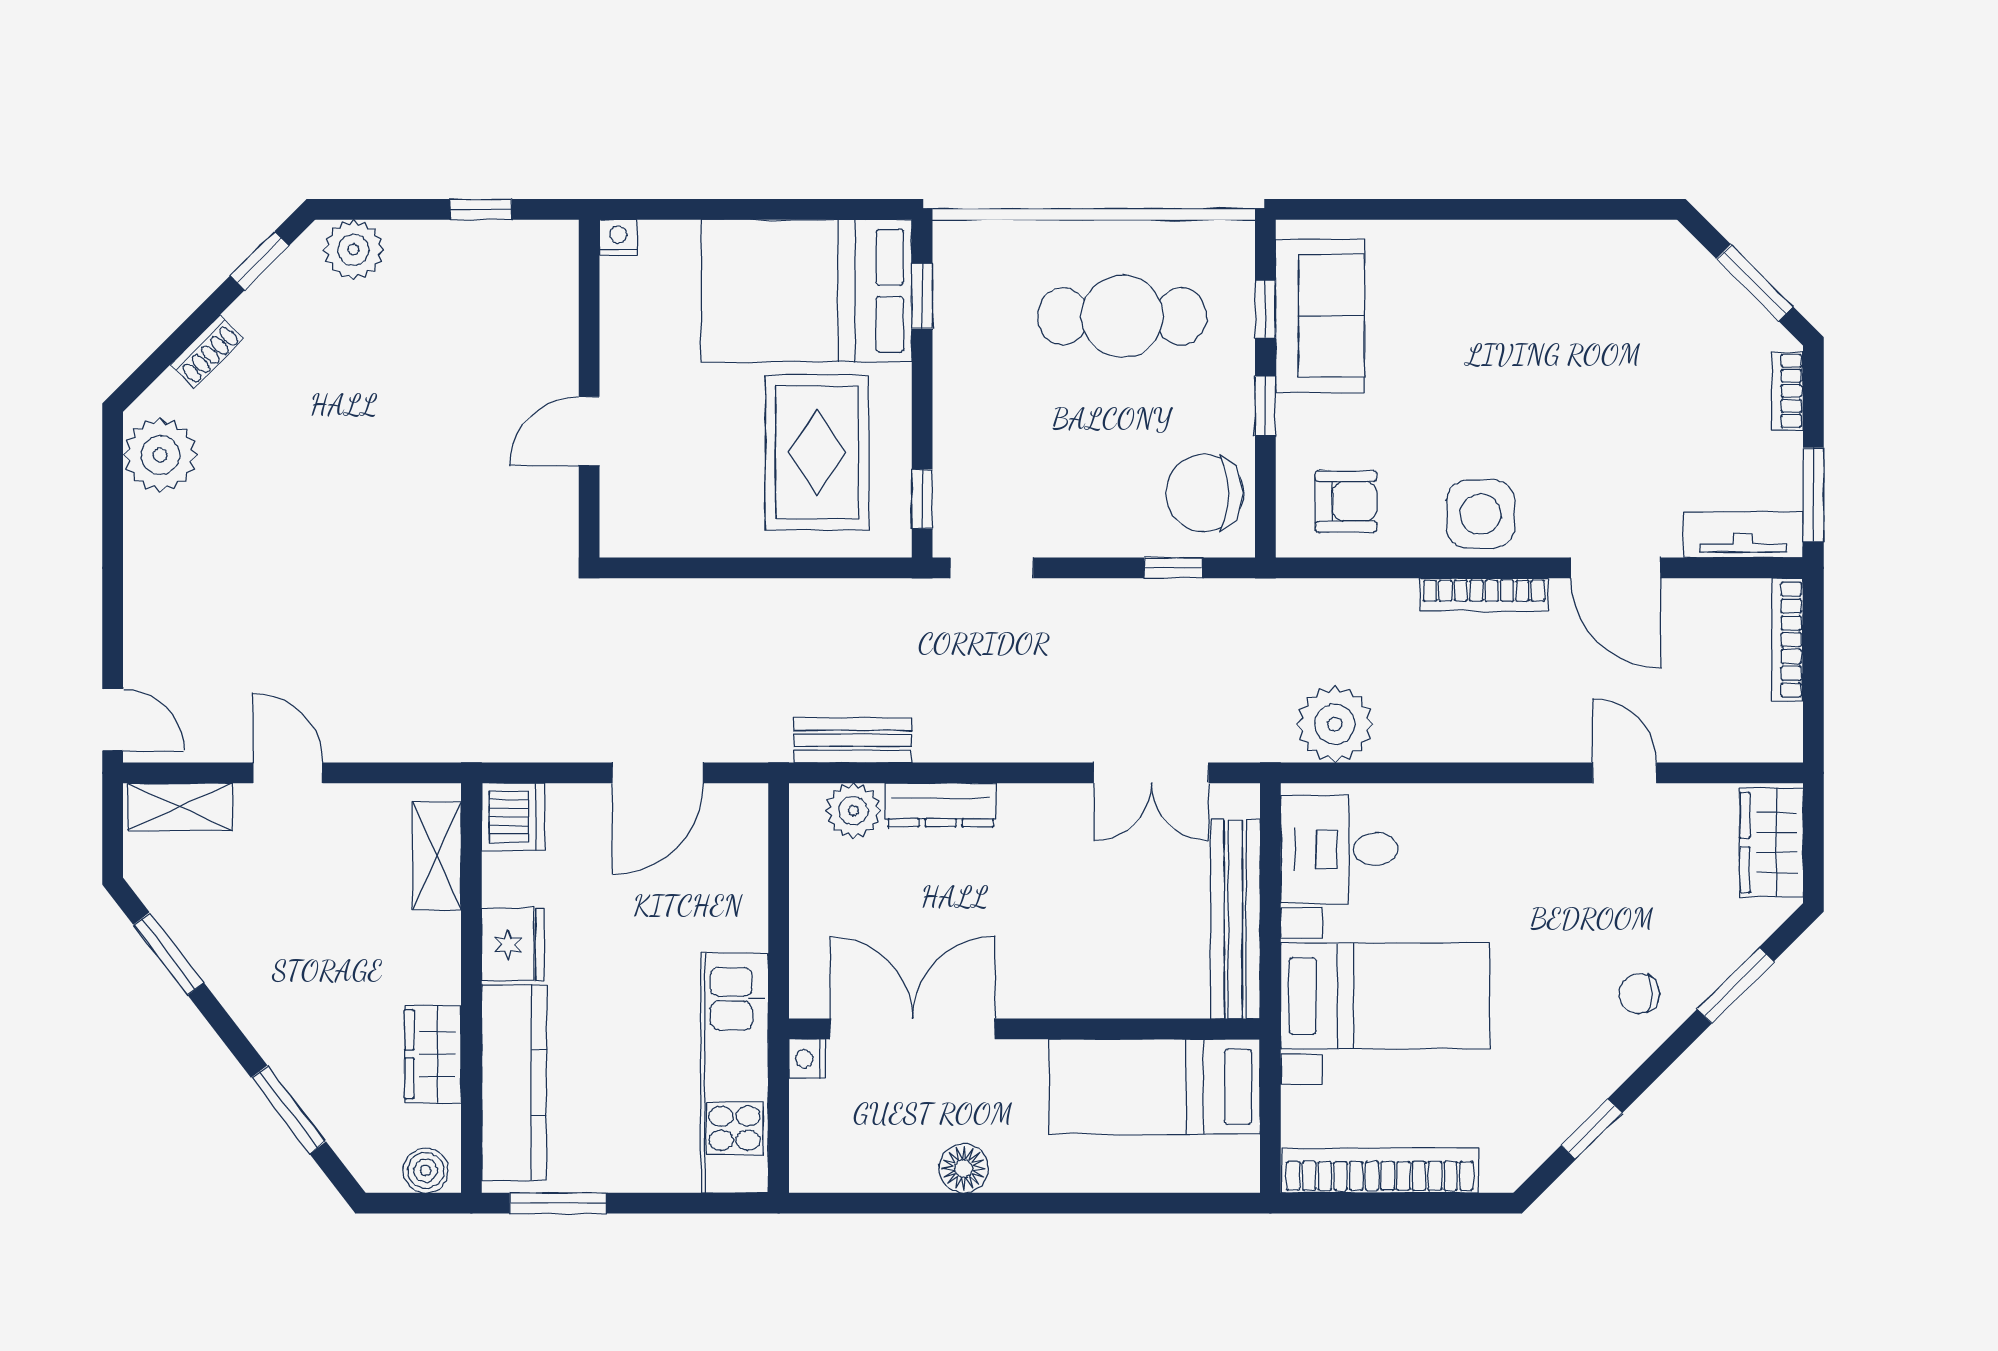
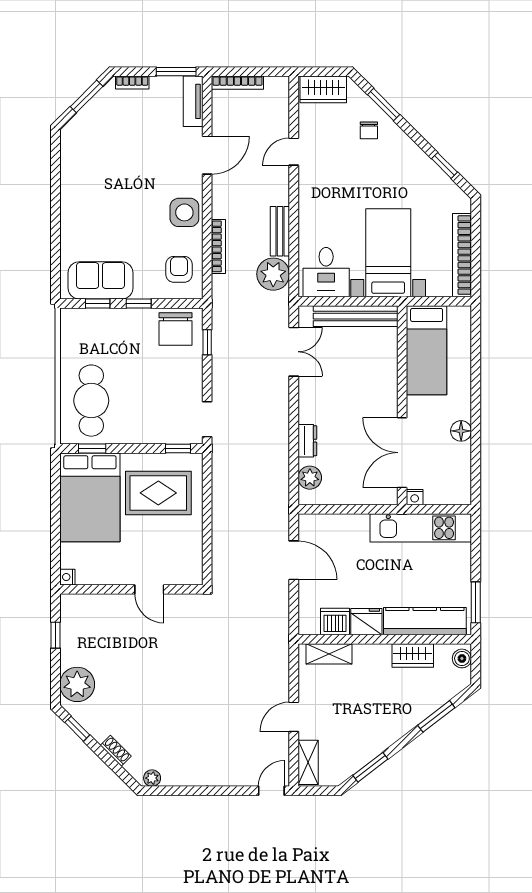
plant: (353, 250) -> (77, 684), width x1.36, depth x1.36
cafe table: (1122, 316) -> (91, 401), moved
plant: (160, 455) -> (152, 778), width x0.53, depth x0.53
bookcase: (1484, 595) -> (218, 246), moved
bench: (853, 740) -> (280, 231), moved
dresser: (941, 805) -> (307, 441), width x0.70
dishwasher: (513, 817) -> (335, 622), moved
chair: (1639, 994) -> (369, 130), moved

